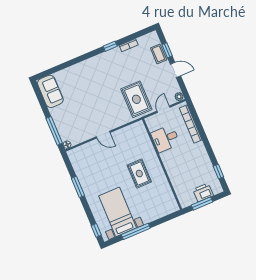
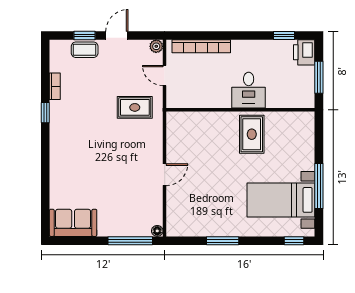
rug: (136, 99) -> (135, 107), width x0.73, depth x0.70
desk: (165, 138) -> (249, 90), moved
rug: (139, 174) -> (252, 134), moved, turned 90
printer: (203, 192) -> (304, 52), moved

